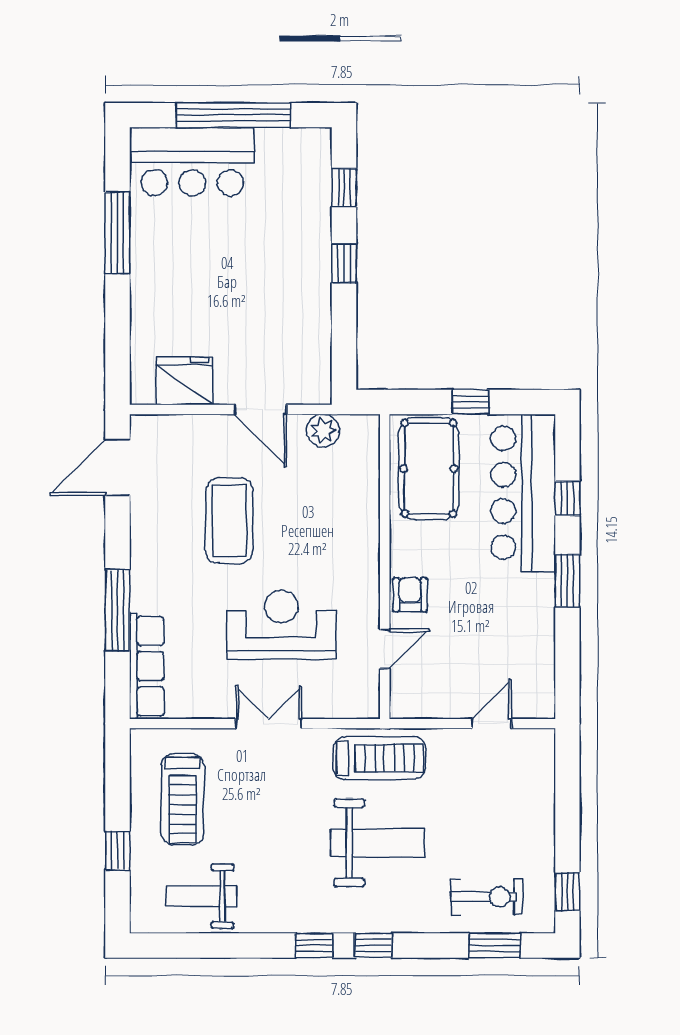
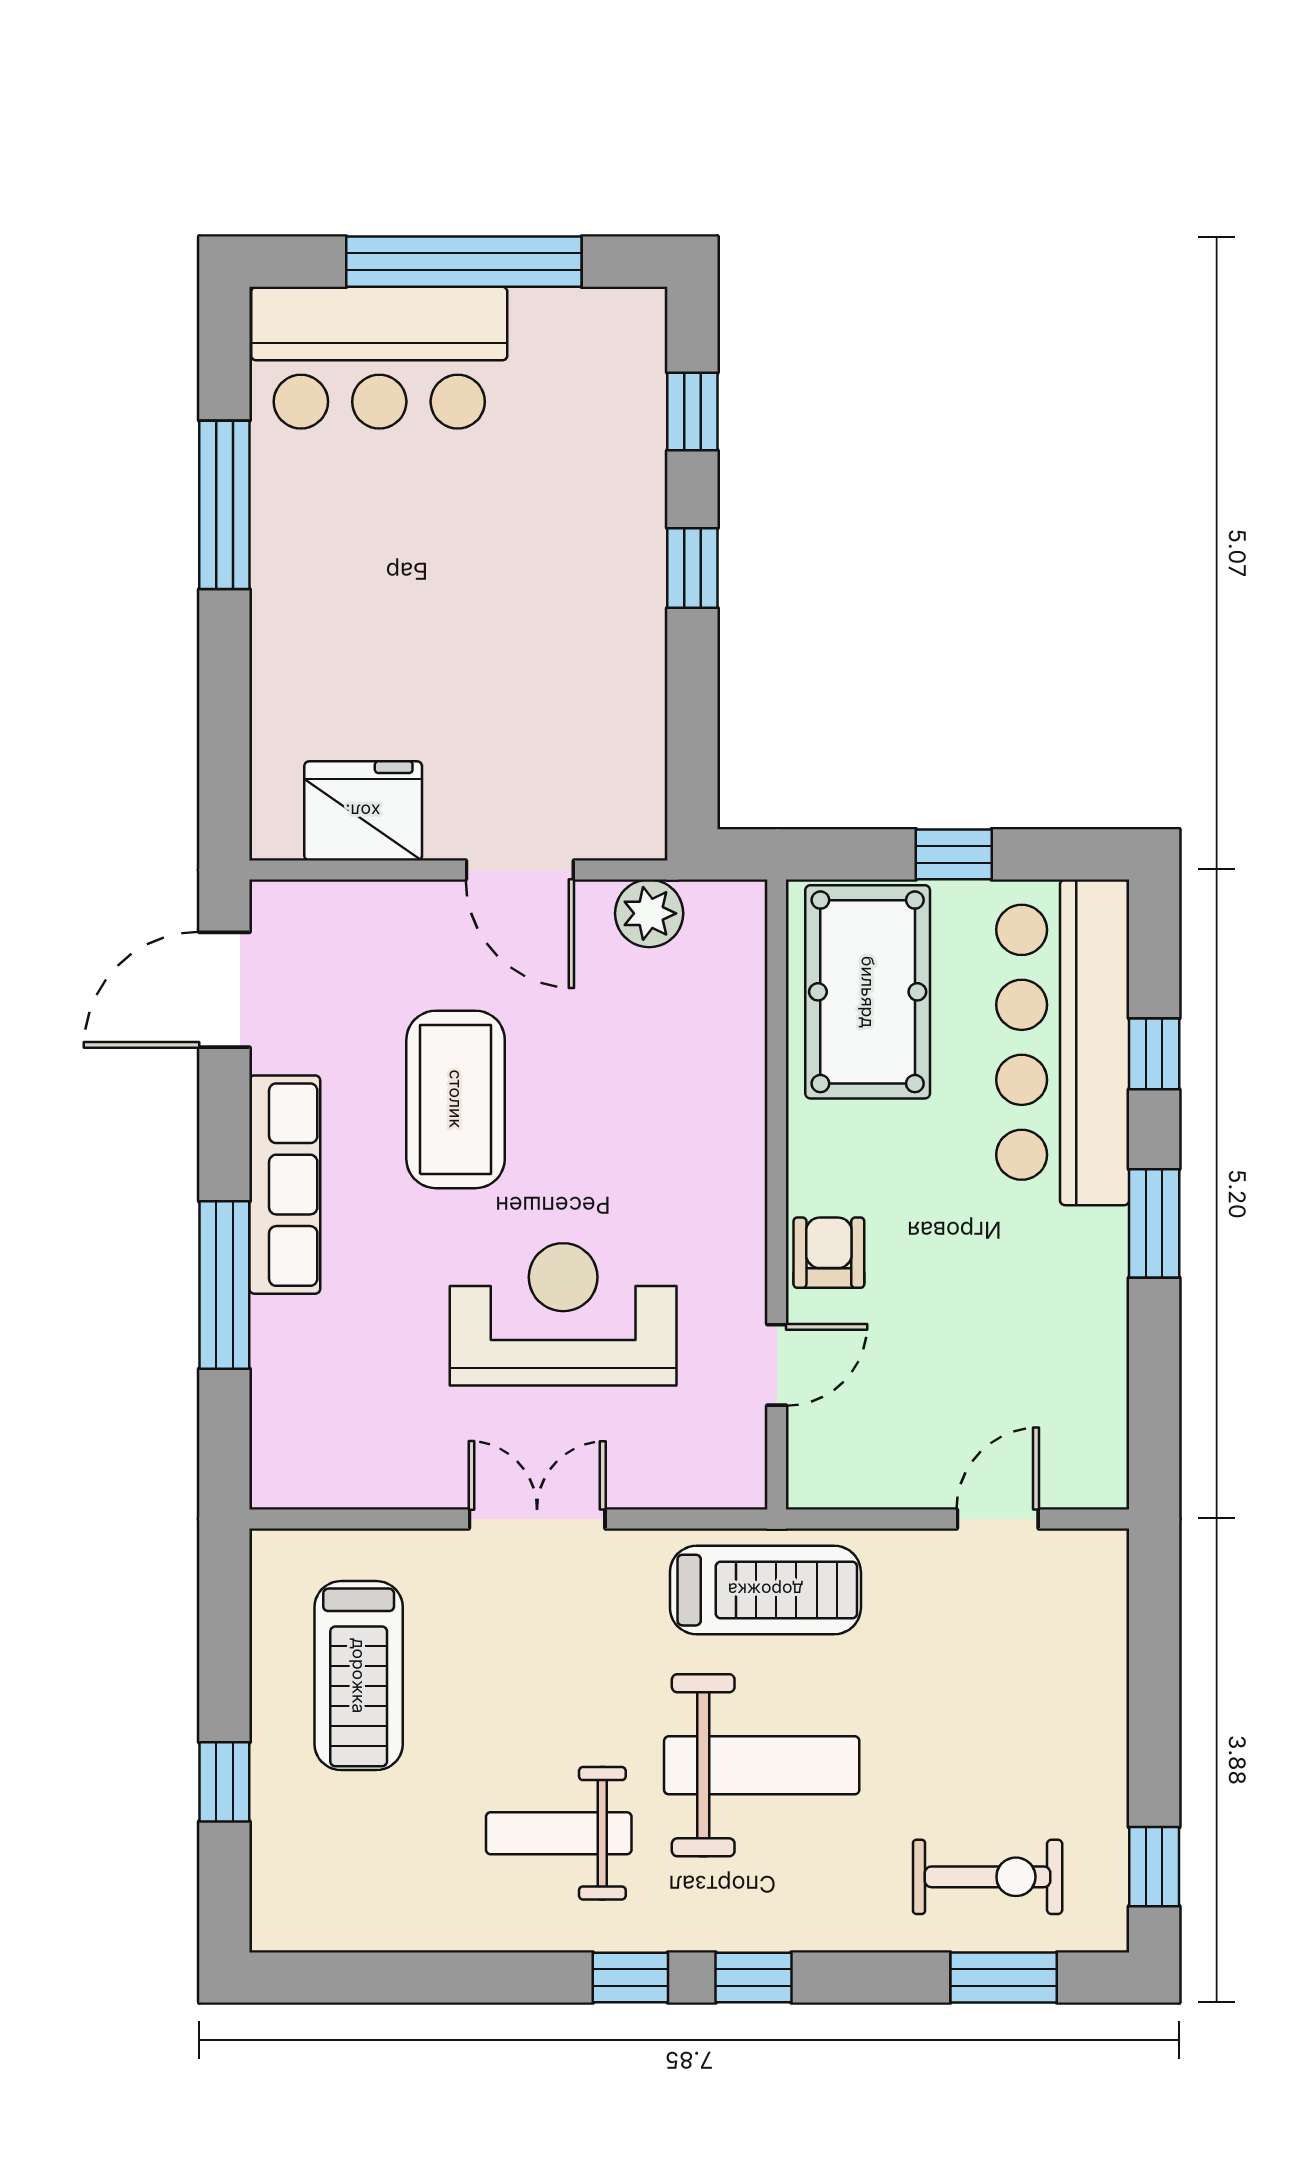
row of seats: (147, 666) -> (285, 1185), moved
weight bench: (201, 896) -> (559, 1833), moved

